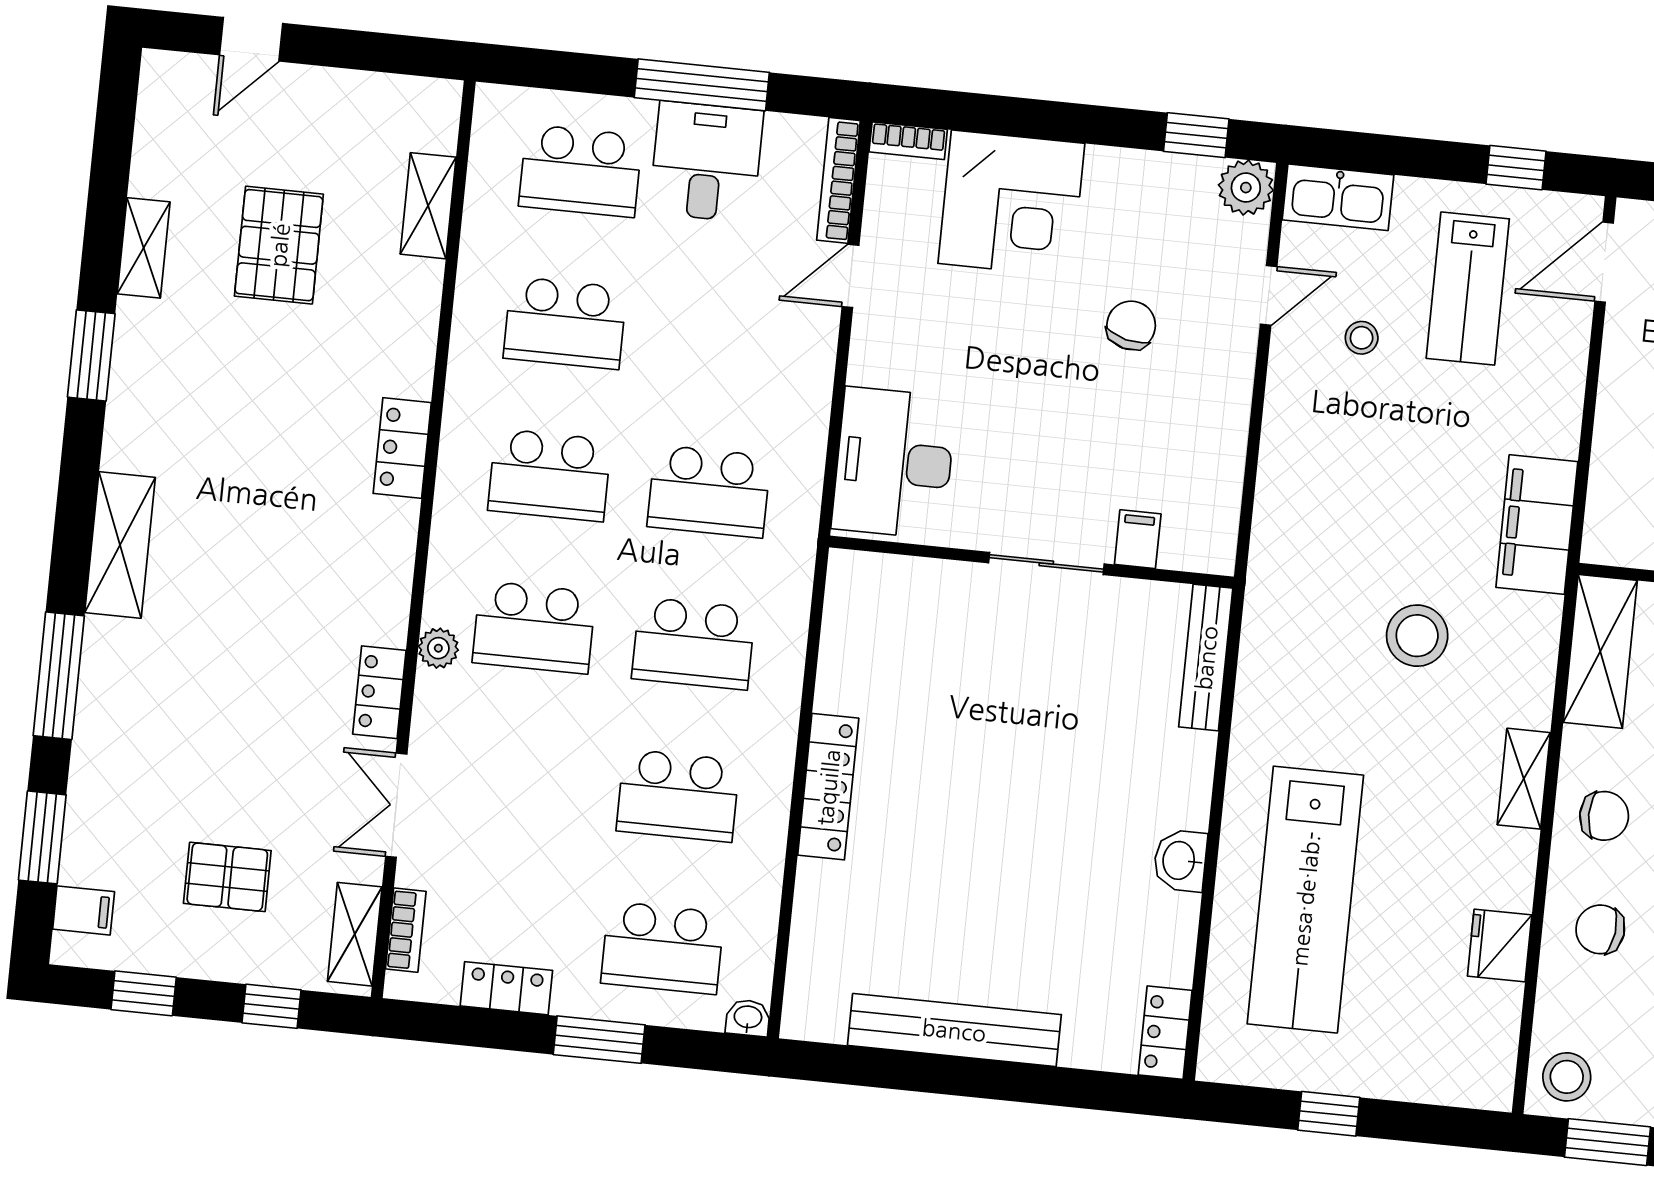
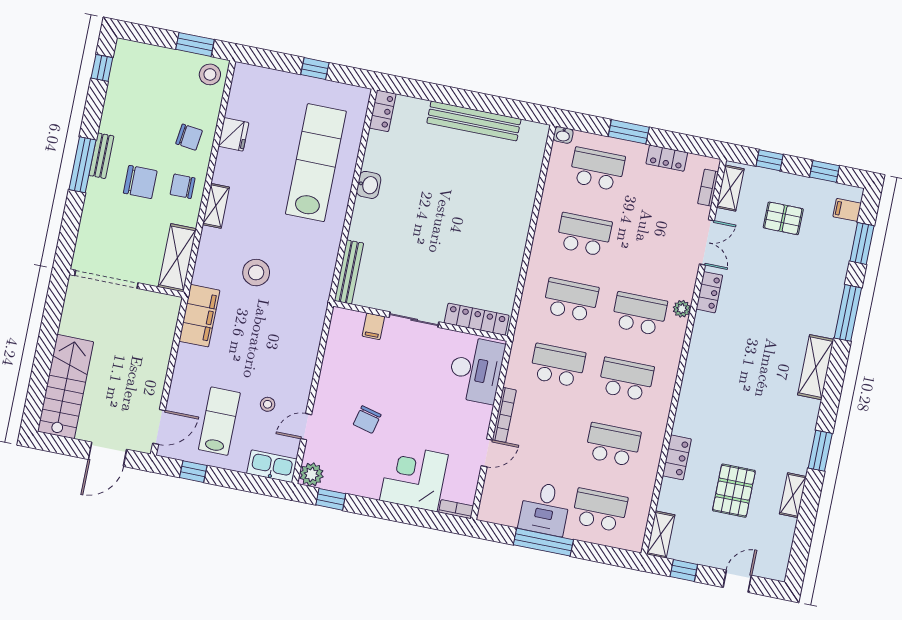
window: (375, 52) -> (684, 571), added
bookcase: (838, 180) -> (504, 415), moved
shelving: (428, 206) -> (661, 534), moved
locker: (402, 448) -> (677, 457), moved
locker: (828, 787) -> (477, 319), moved, turned 90

